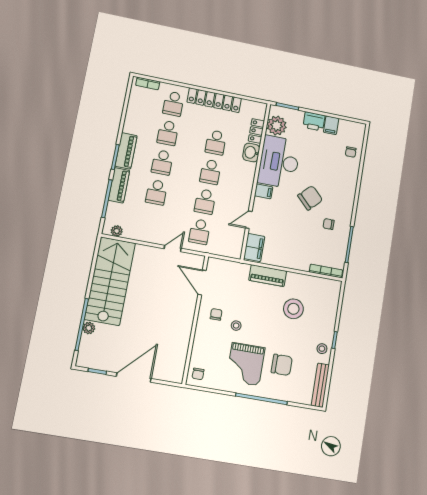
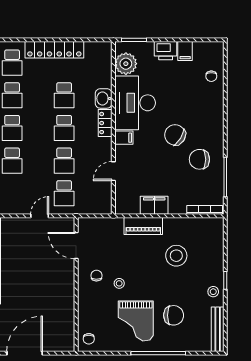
locker: (256, 131) -> (105, 123), moved
chair: (310, 198) -> (175, 135), turned -104
chair: (329, 224) -> (199, 159), width x1.87, depth x1.87
filing cabinet: (254, 248) -> (154, 205), moved, turned -90

